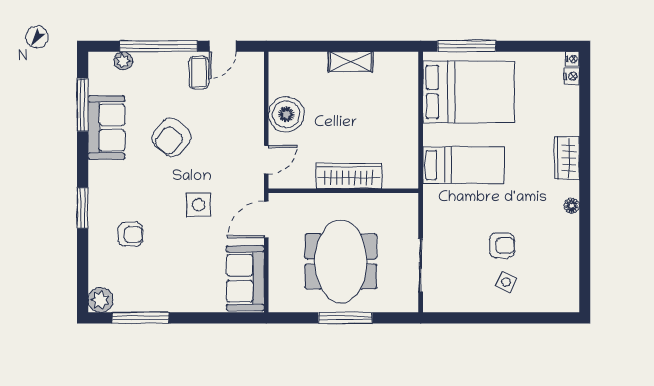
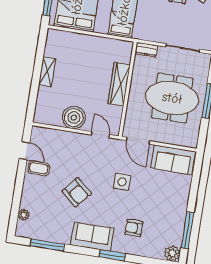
window: (159, 46) -> (18, 191), removed
sofa: (106, 127) -> (92, 237), moved
dresser: (409, 210) -> (146, 50), added
armchair: (130, 234) -> (134, 228), turned -90

